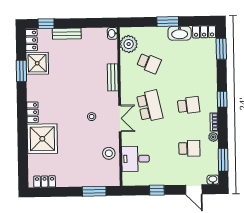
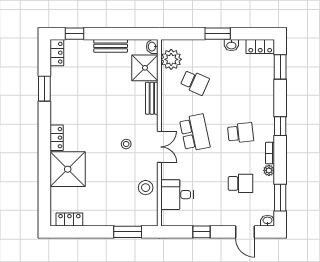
washbasin: (180, 33) -> (231, 45), width x0.52, depth x0.69
bench: (67, 34) -> (111, 46), moved
shower: (37, 63) -> (145, 68), moved

